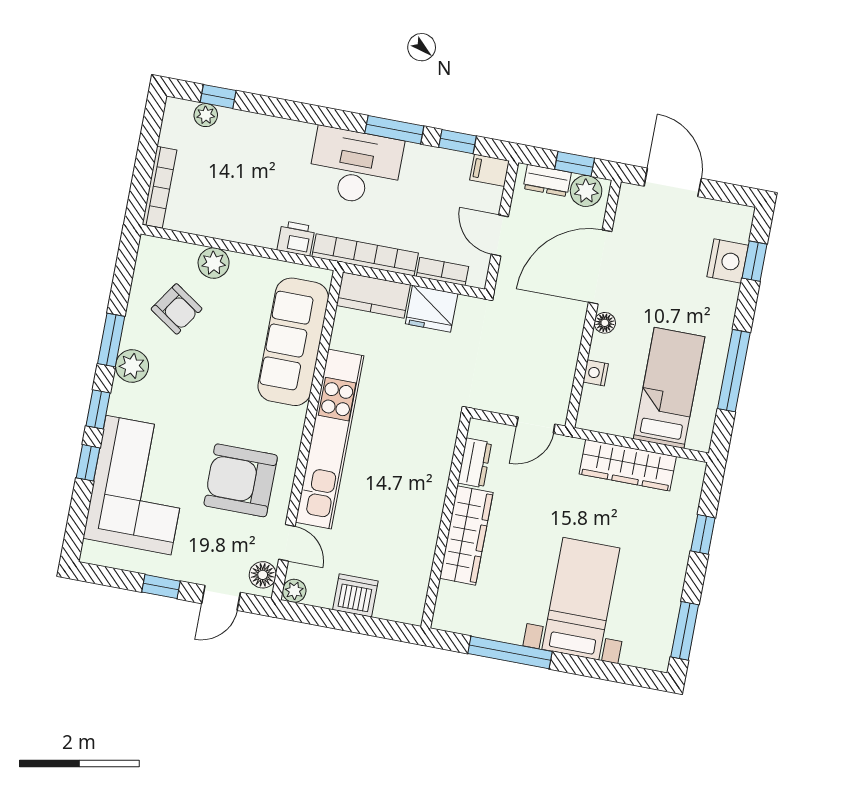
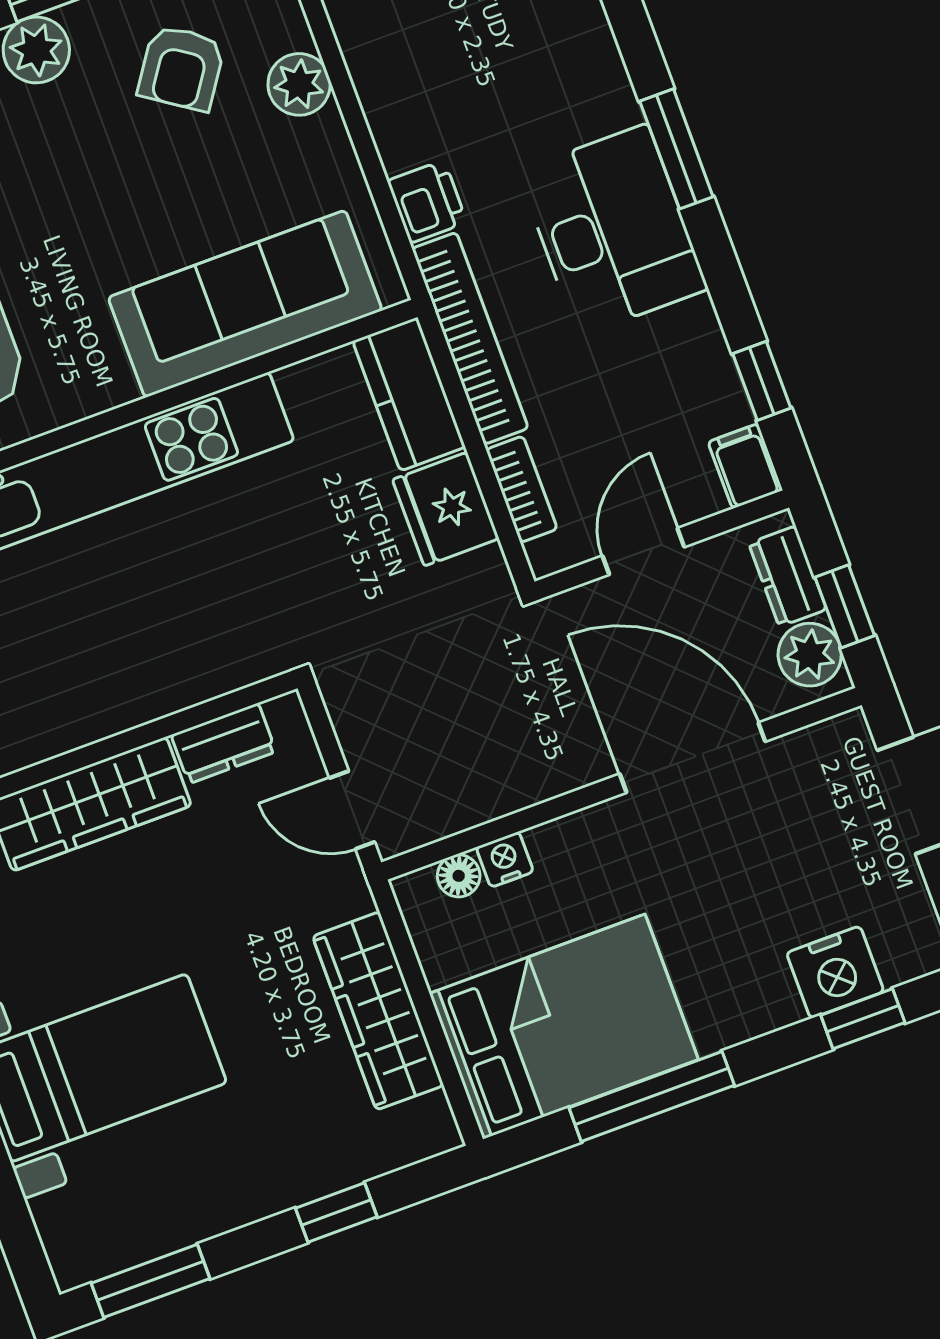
window: (394, 130) -> (676, 149), moved
floor lamp: (605, 323) -> (459, 876), moved
bed: (669, 388) -> (564, 1026), width x1.50

